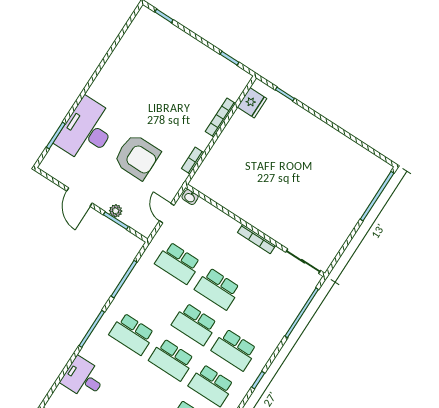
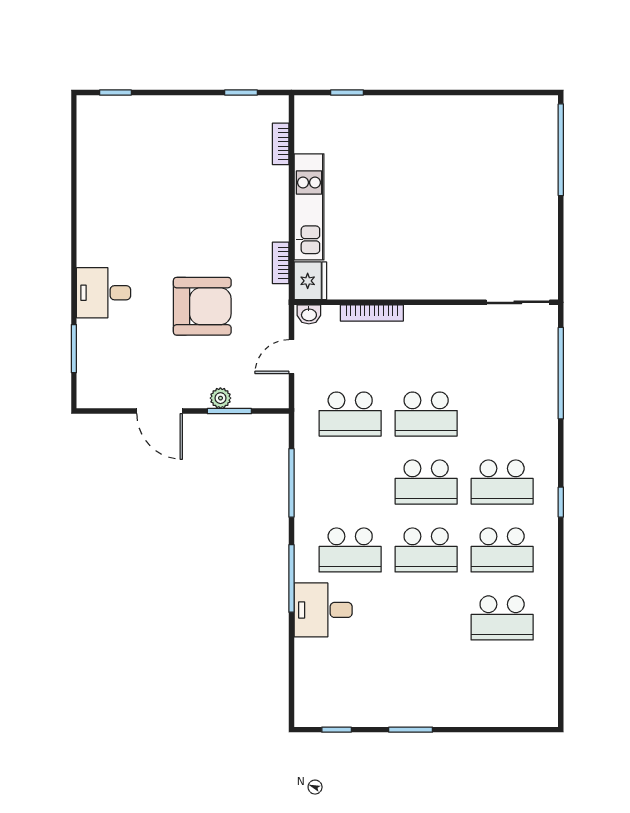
fridge: (252, 103) -> (310, 281), moved
bookcase: (220, 117) -> (281, 144), moved, width x0.64
desk: (87, 131) -> (104, 293), width x0.53, depth x0.77
kitchen unit: (226, 141) -> (309, 207), added
door: (167, 213) -> (291, 357), hinge flipped
bookcase: (257, 239) -> (372, 313), moved
desk: (83, 378) -> (323, 610), moved

